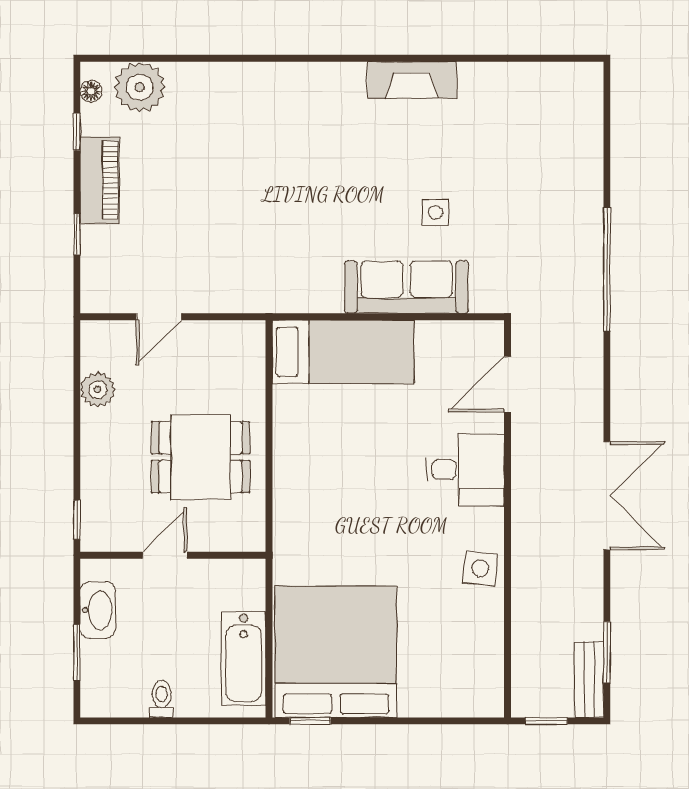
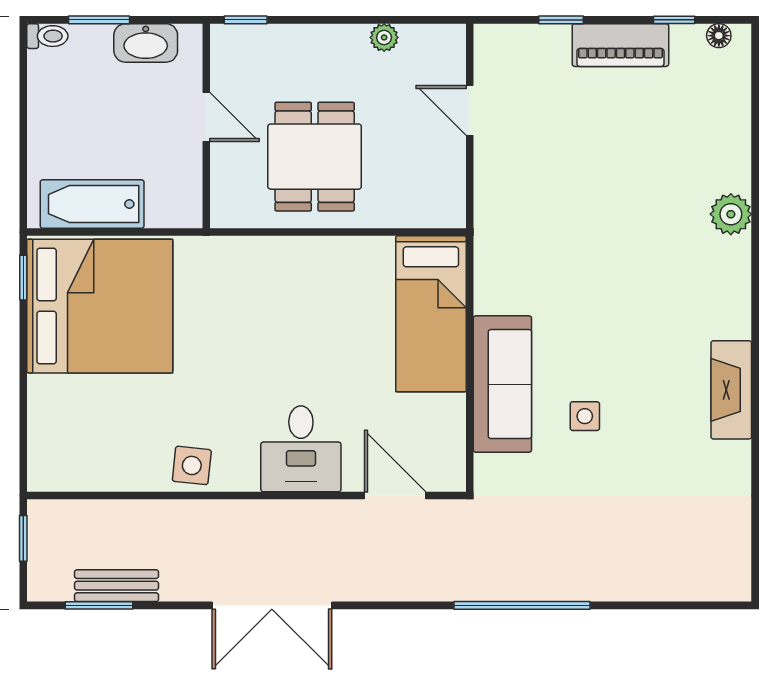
plant: (140, 87) -> (731, 214), moved, width x0.73, depth x0.73
plant: (98, 390) -> (384, 37), width x0.73, depth x0.73
bench: (589, 680) -> (117, 586), moved
toilet: (162, 699) -> (47, 36), moved

